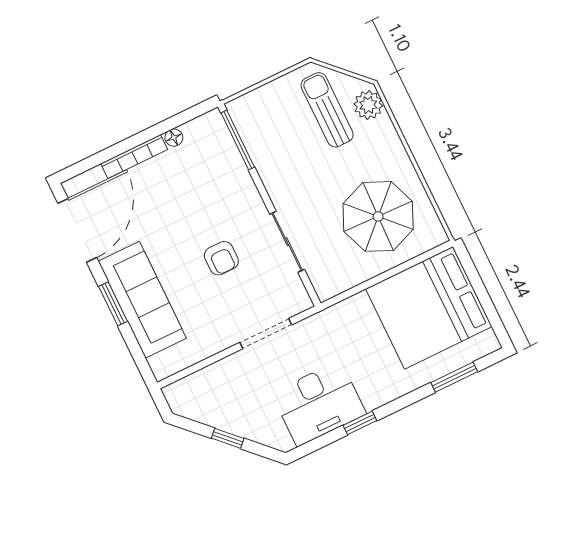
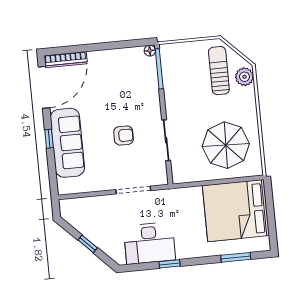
floor lamp: (174, 138) -> (150, 51), moved
bookcase: (134, 157) -> (66, 59), moved
armchair: (221, 258) -> (124, 136), turned -90
window: (113, 304) -> (49, 139), width x0.67

